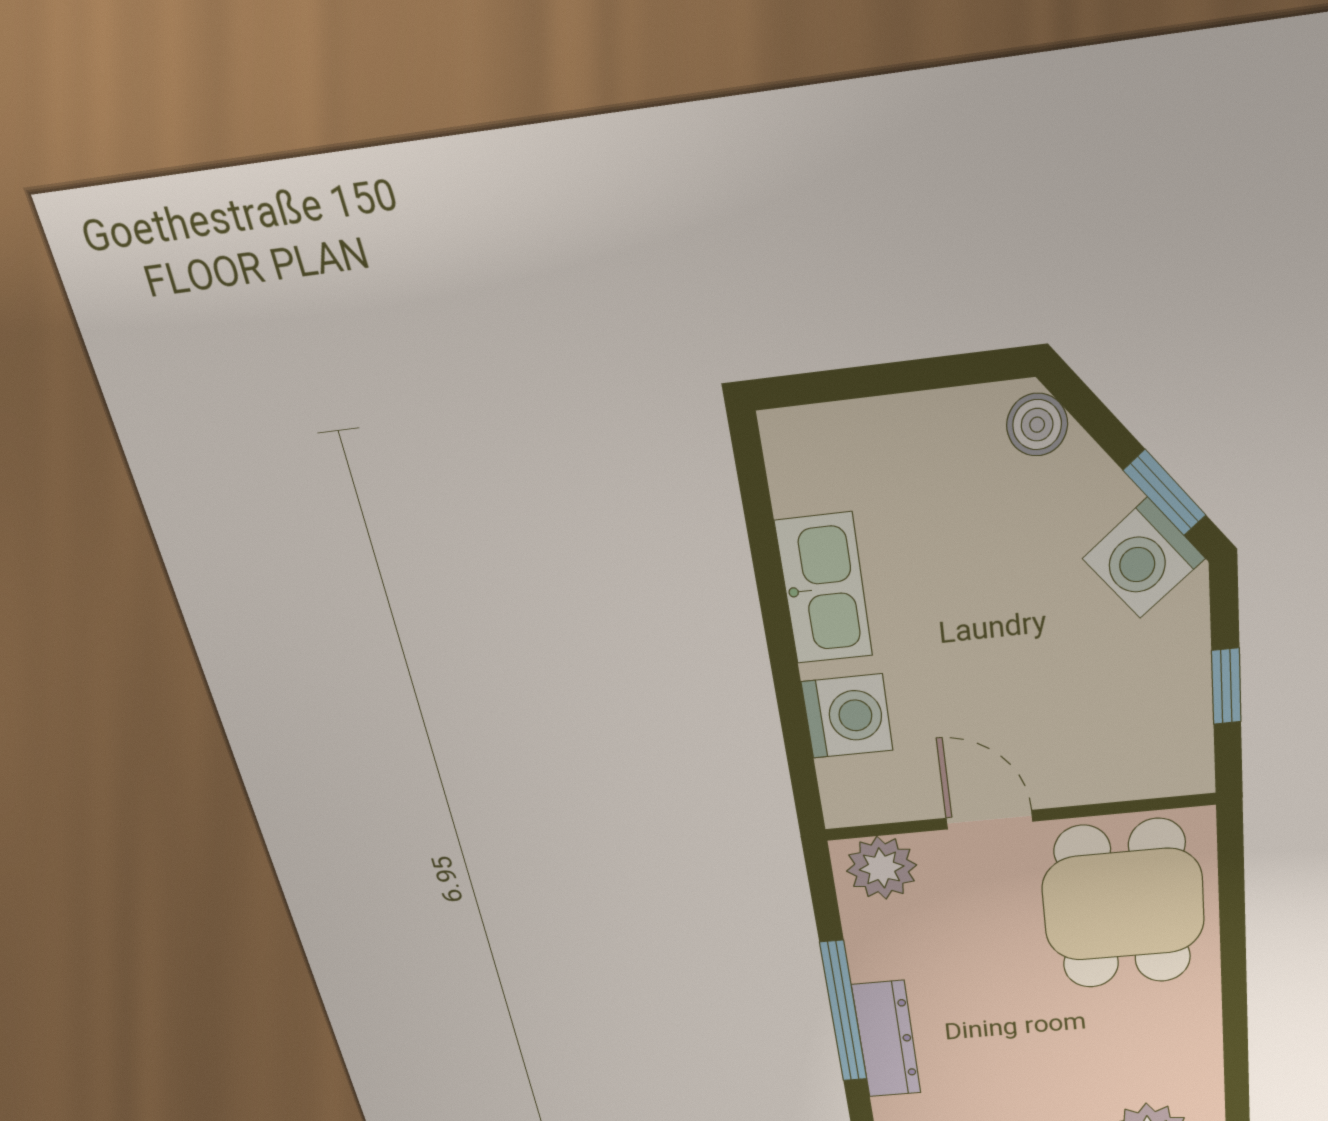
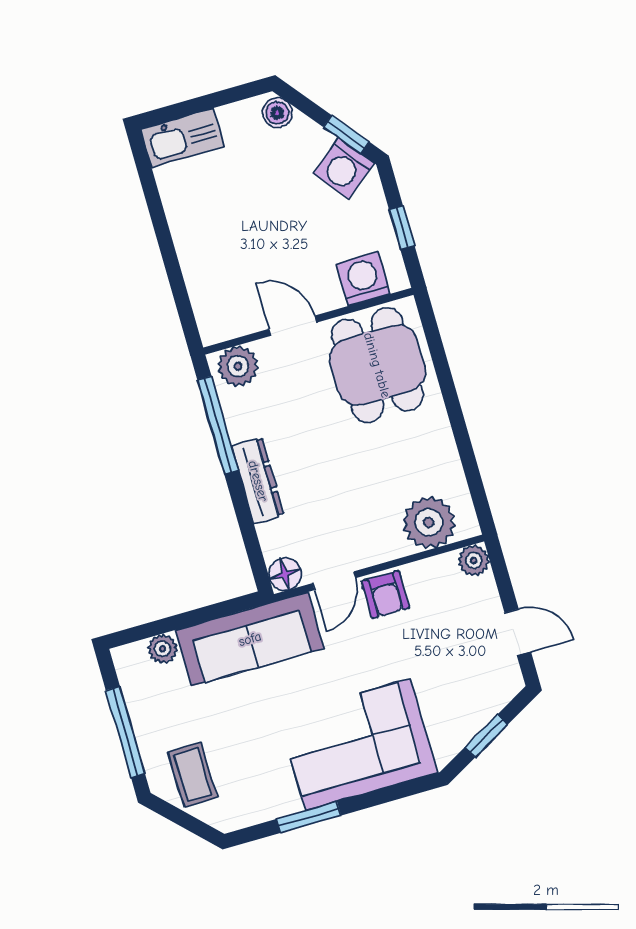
kitchen sink: (824, 589) -> (182, 138), moved, turned 90
washing machine: (847, 716) -> (363, 279), moved, turned -90
window: (844, 1012) -> (218, 425), moved

